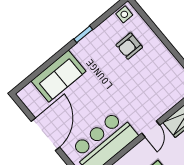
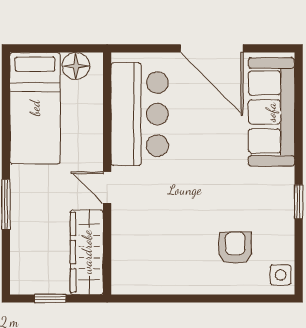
sofa: (58, 76) -> (271, 112), width x1.36

